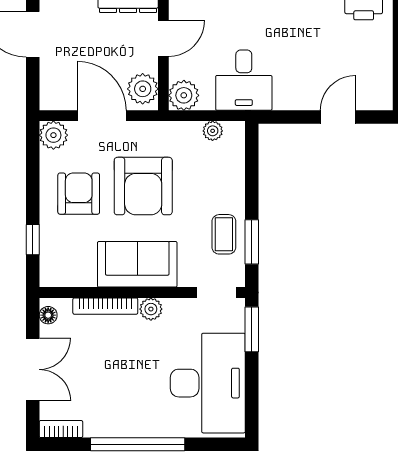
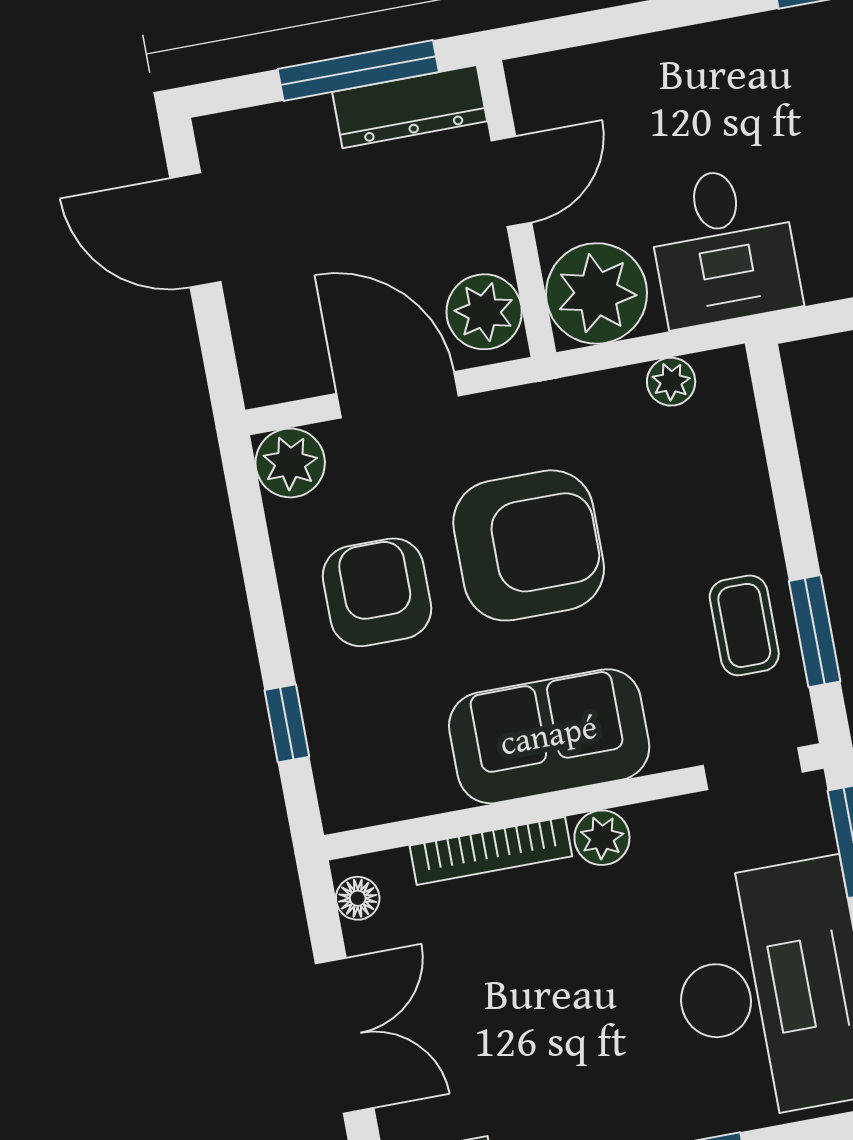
plant: (184, 95) -> (597, 293), width x1.36, depth x1.36
armchair: (143, 186) -> (529, 545), turned -90

